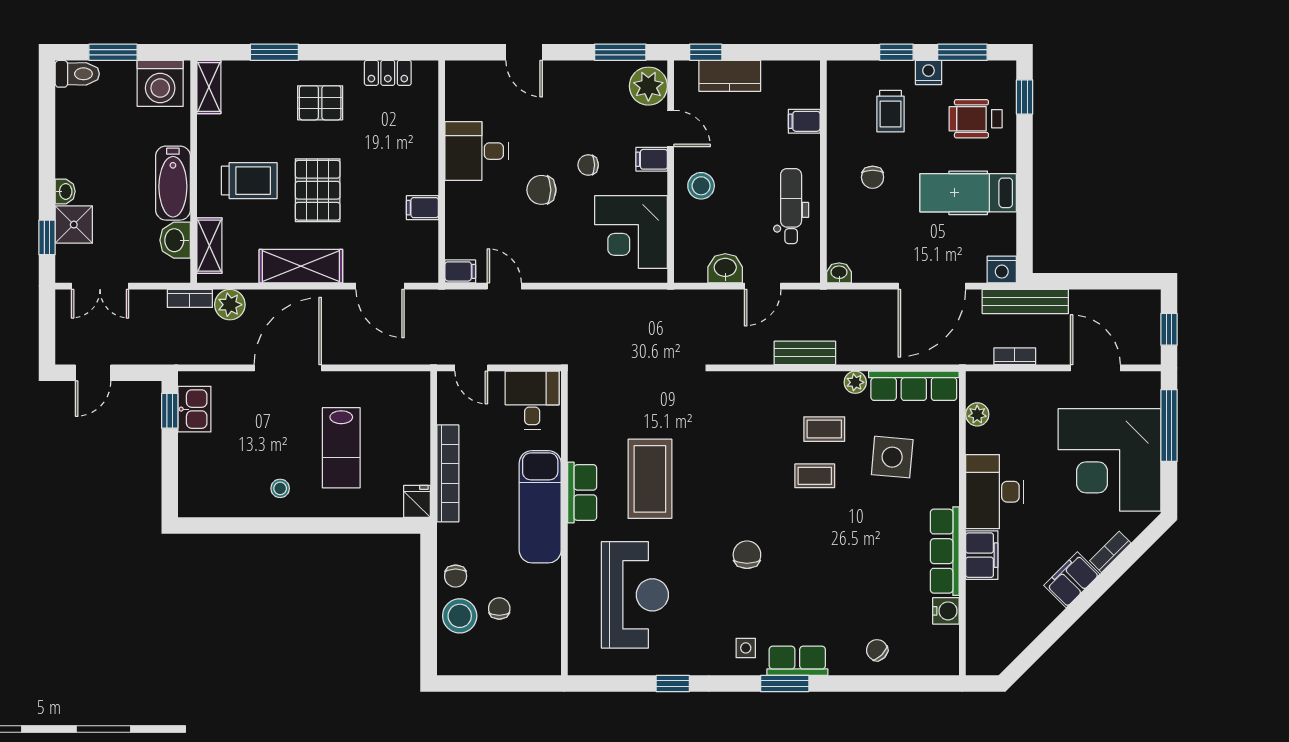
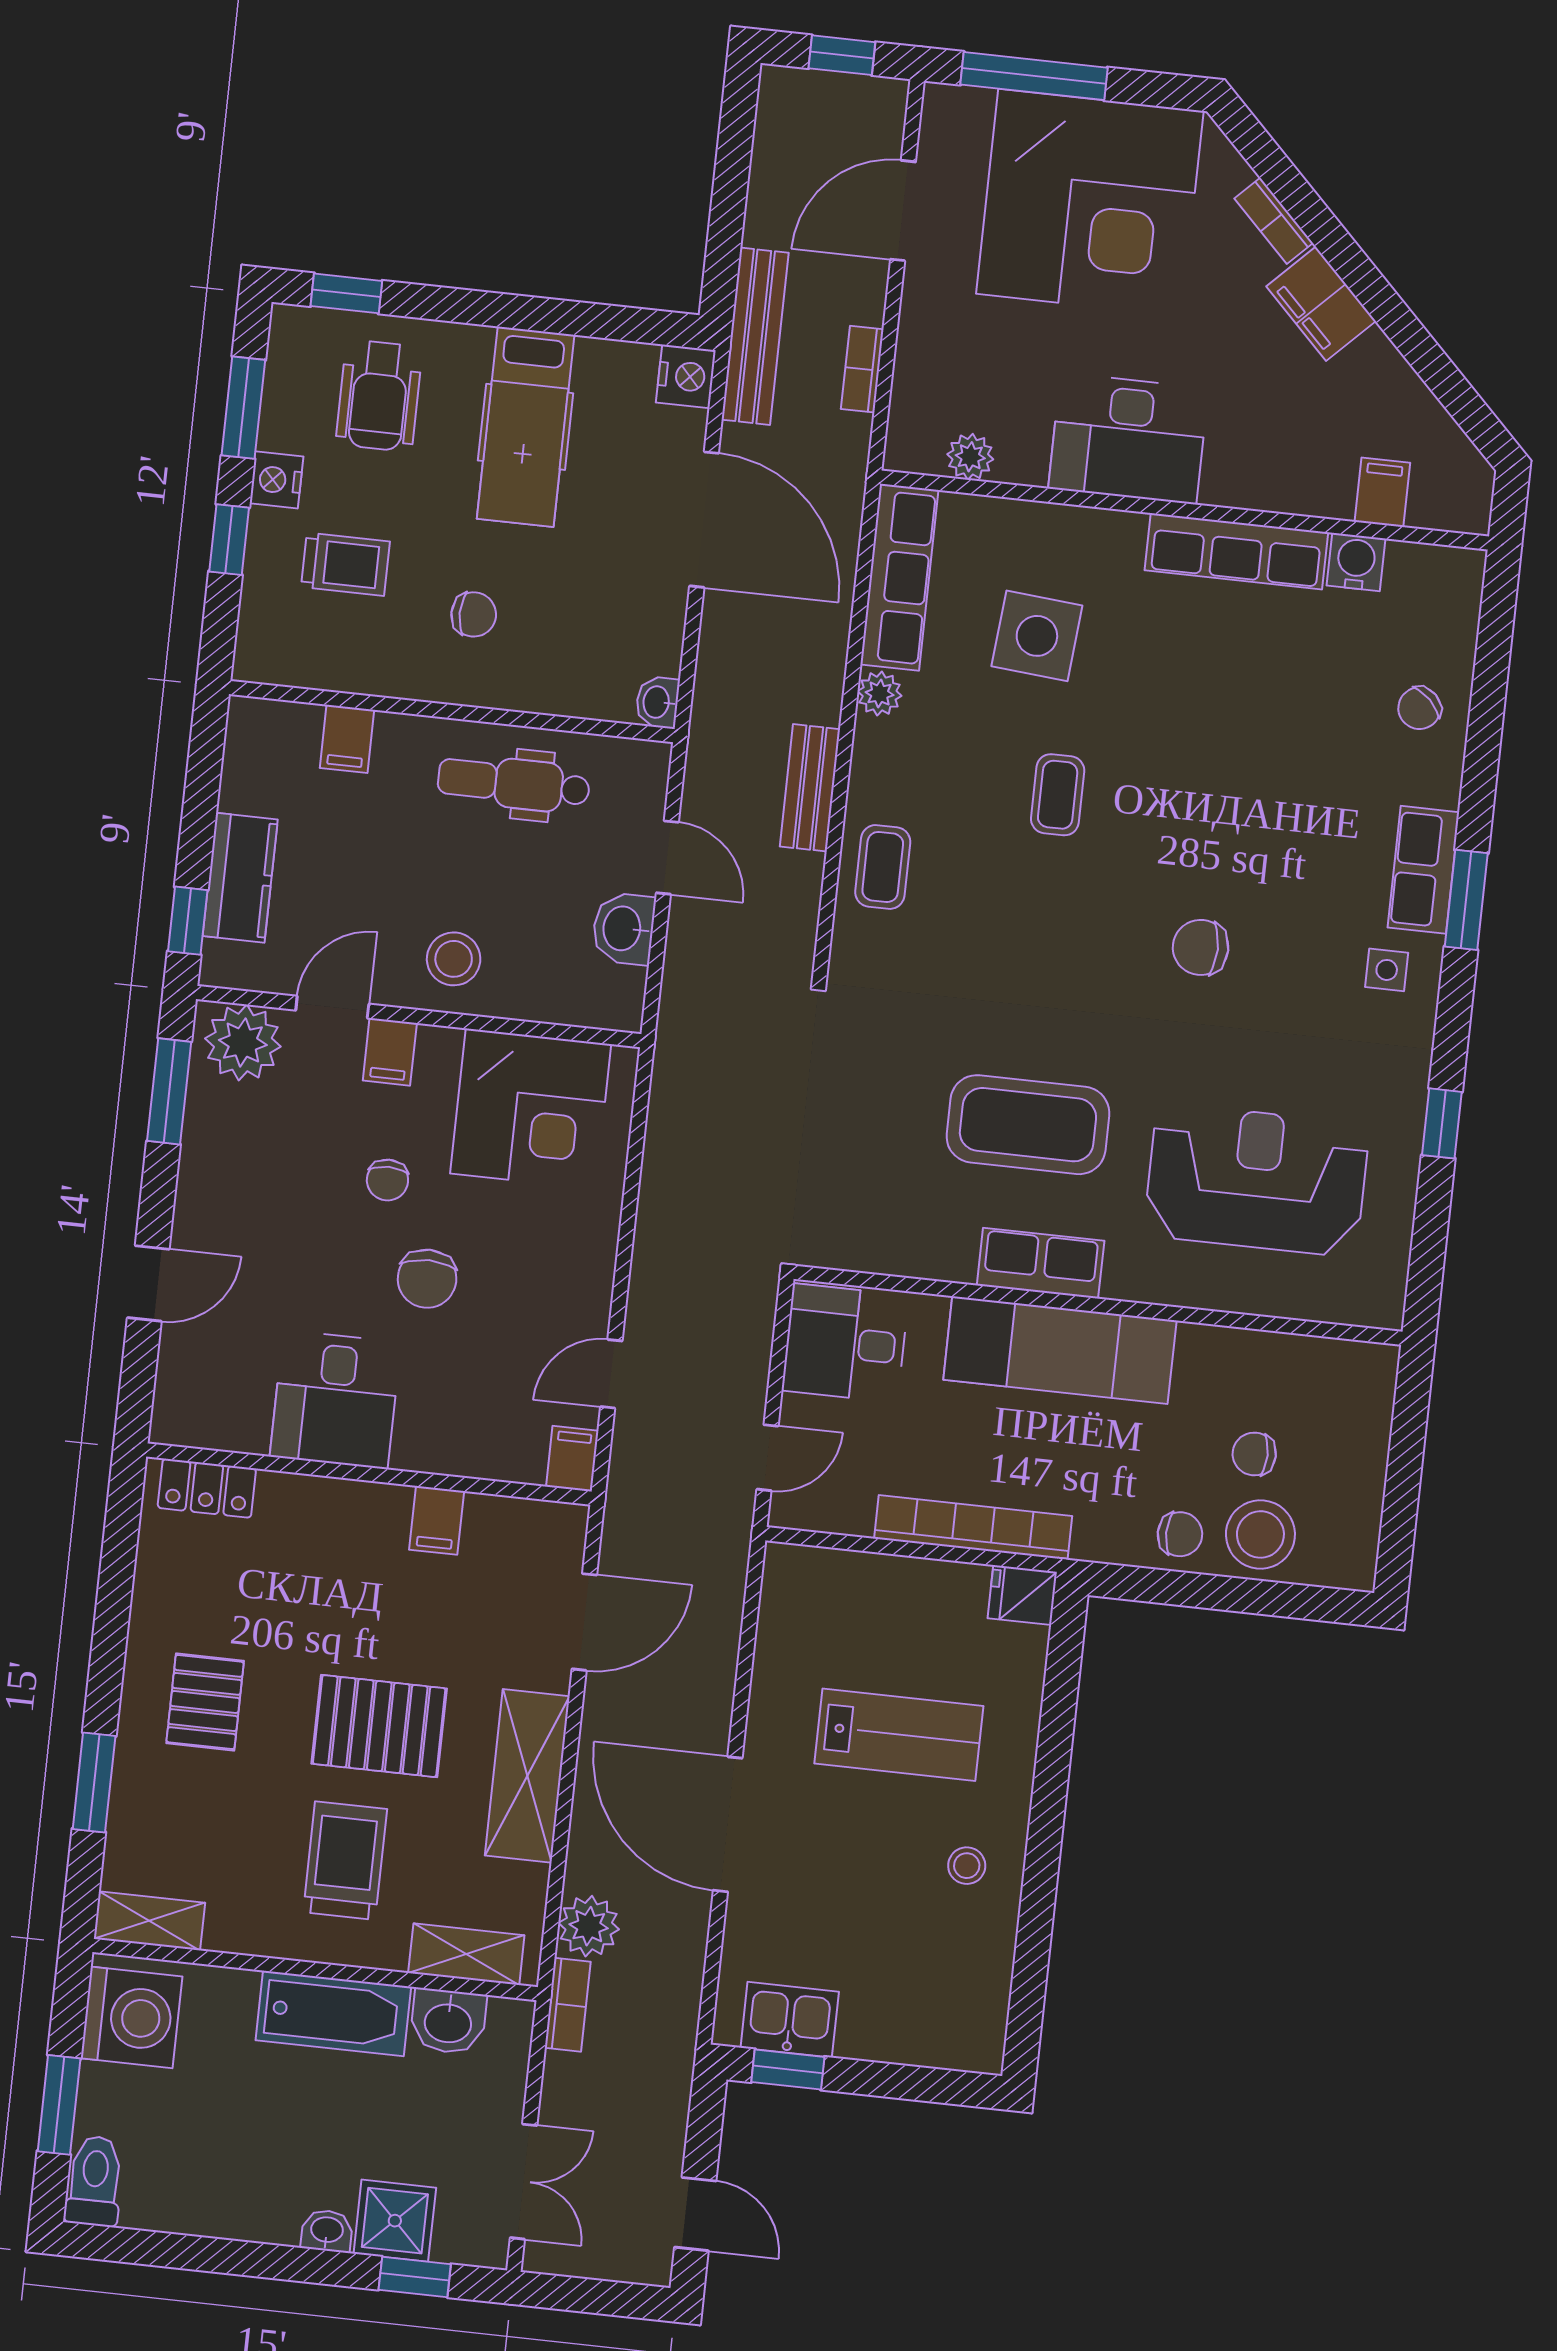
locker: (388, 73) -> (207, 1488), moved, turned 90
coffee table: (824, 429) -> (883, 867), moved
filing cabinet: (982, 555) -> (1382, 492), moved, width x0.50

